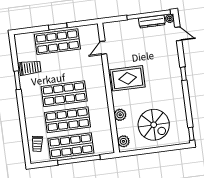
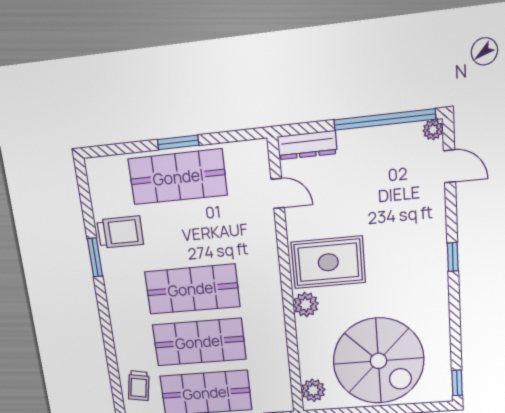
dresser: (152, 21) -> (307, 145), moved
door: (103, 48) -> (278, 193), swing flipped
plant: (120, 115) -> (306, 304), moved
spiral stairs: (154, 125) -> (378, 361), width x1.37, depth x1.37

